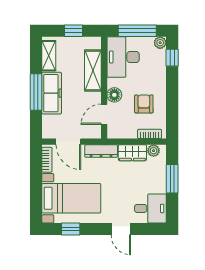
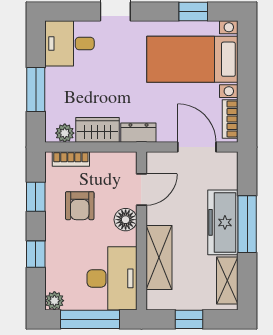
window: (172, 58) -> (36, 254), moved
window: (172, 110) -> (36, 197), added
dresser: (101, 151) -> (138, 133), width x0.70

